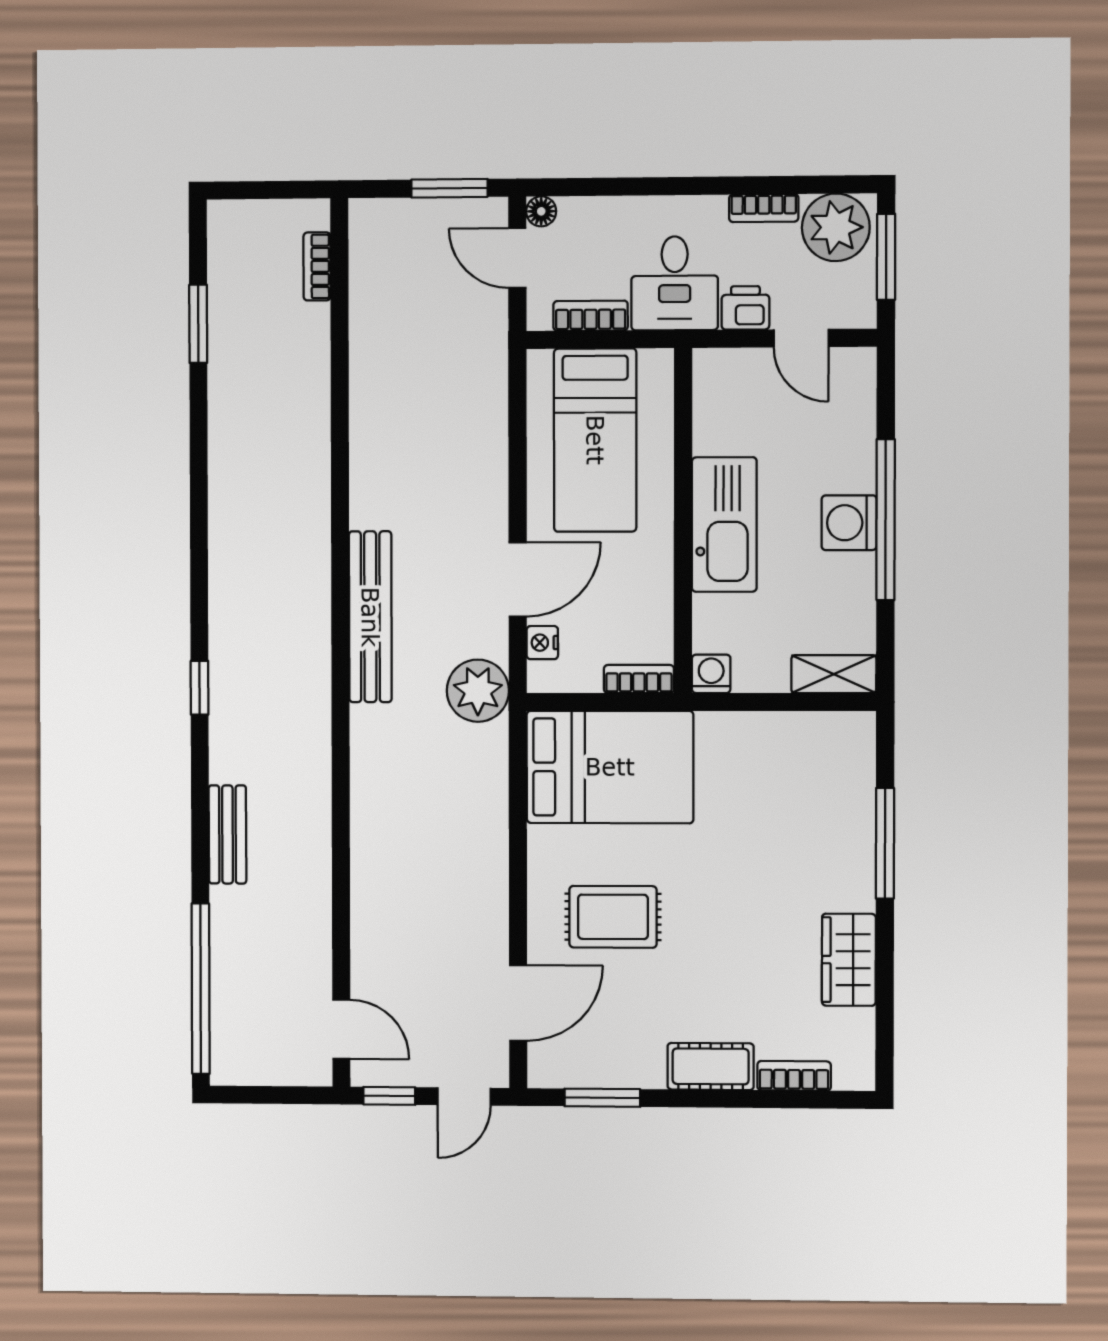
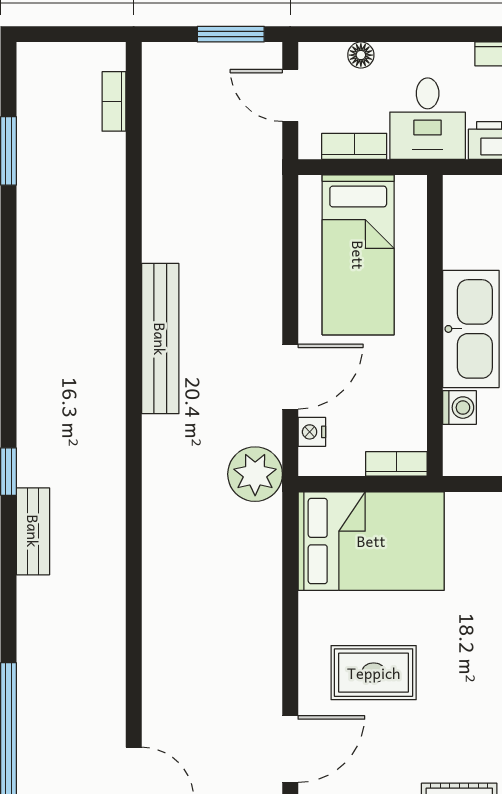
floor lamp: (541, 211) -> (361, 55), moved
bench: (370, 617) -> (160, 339), moved
washing machine: (711, 674) -> (460, 408), moved, turned 90
bench: (227, 834) -> (33, 531), moved

